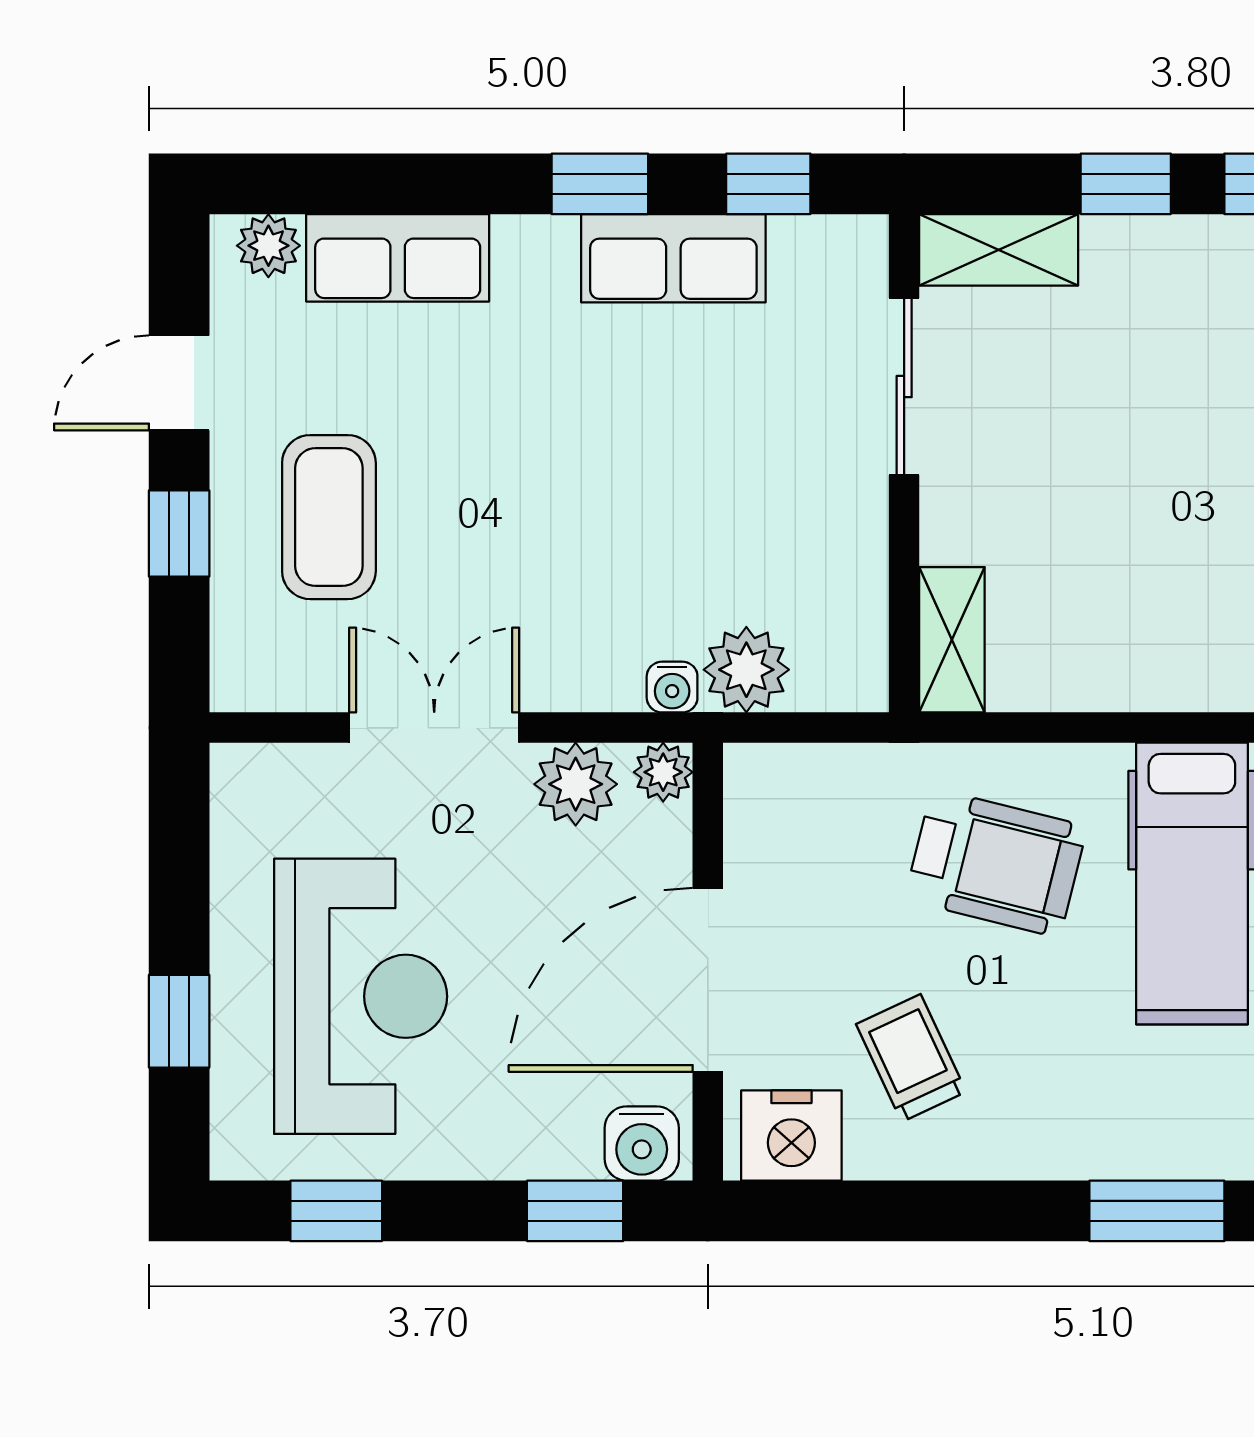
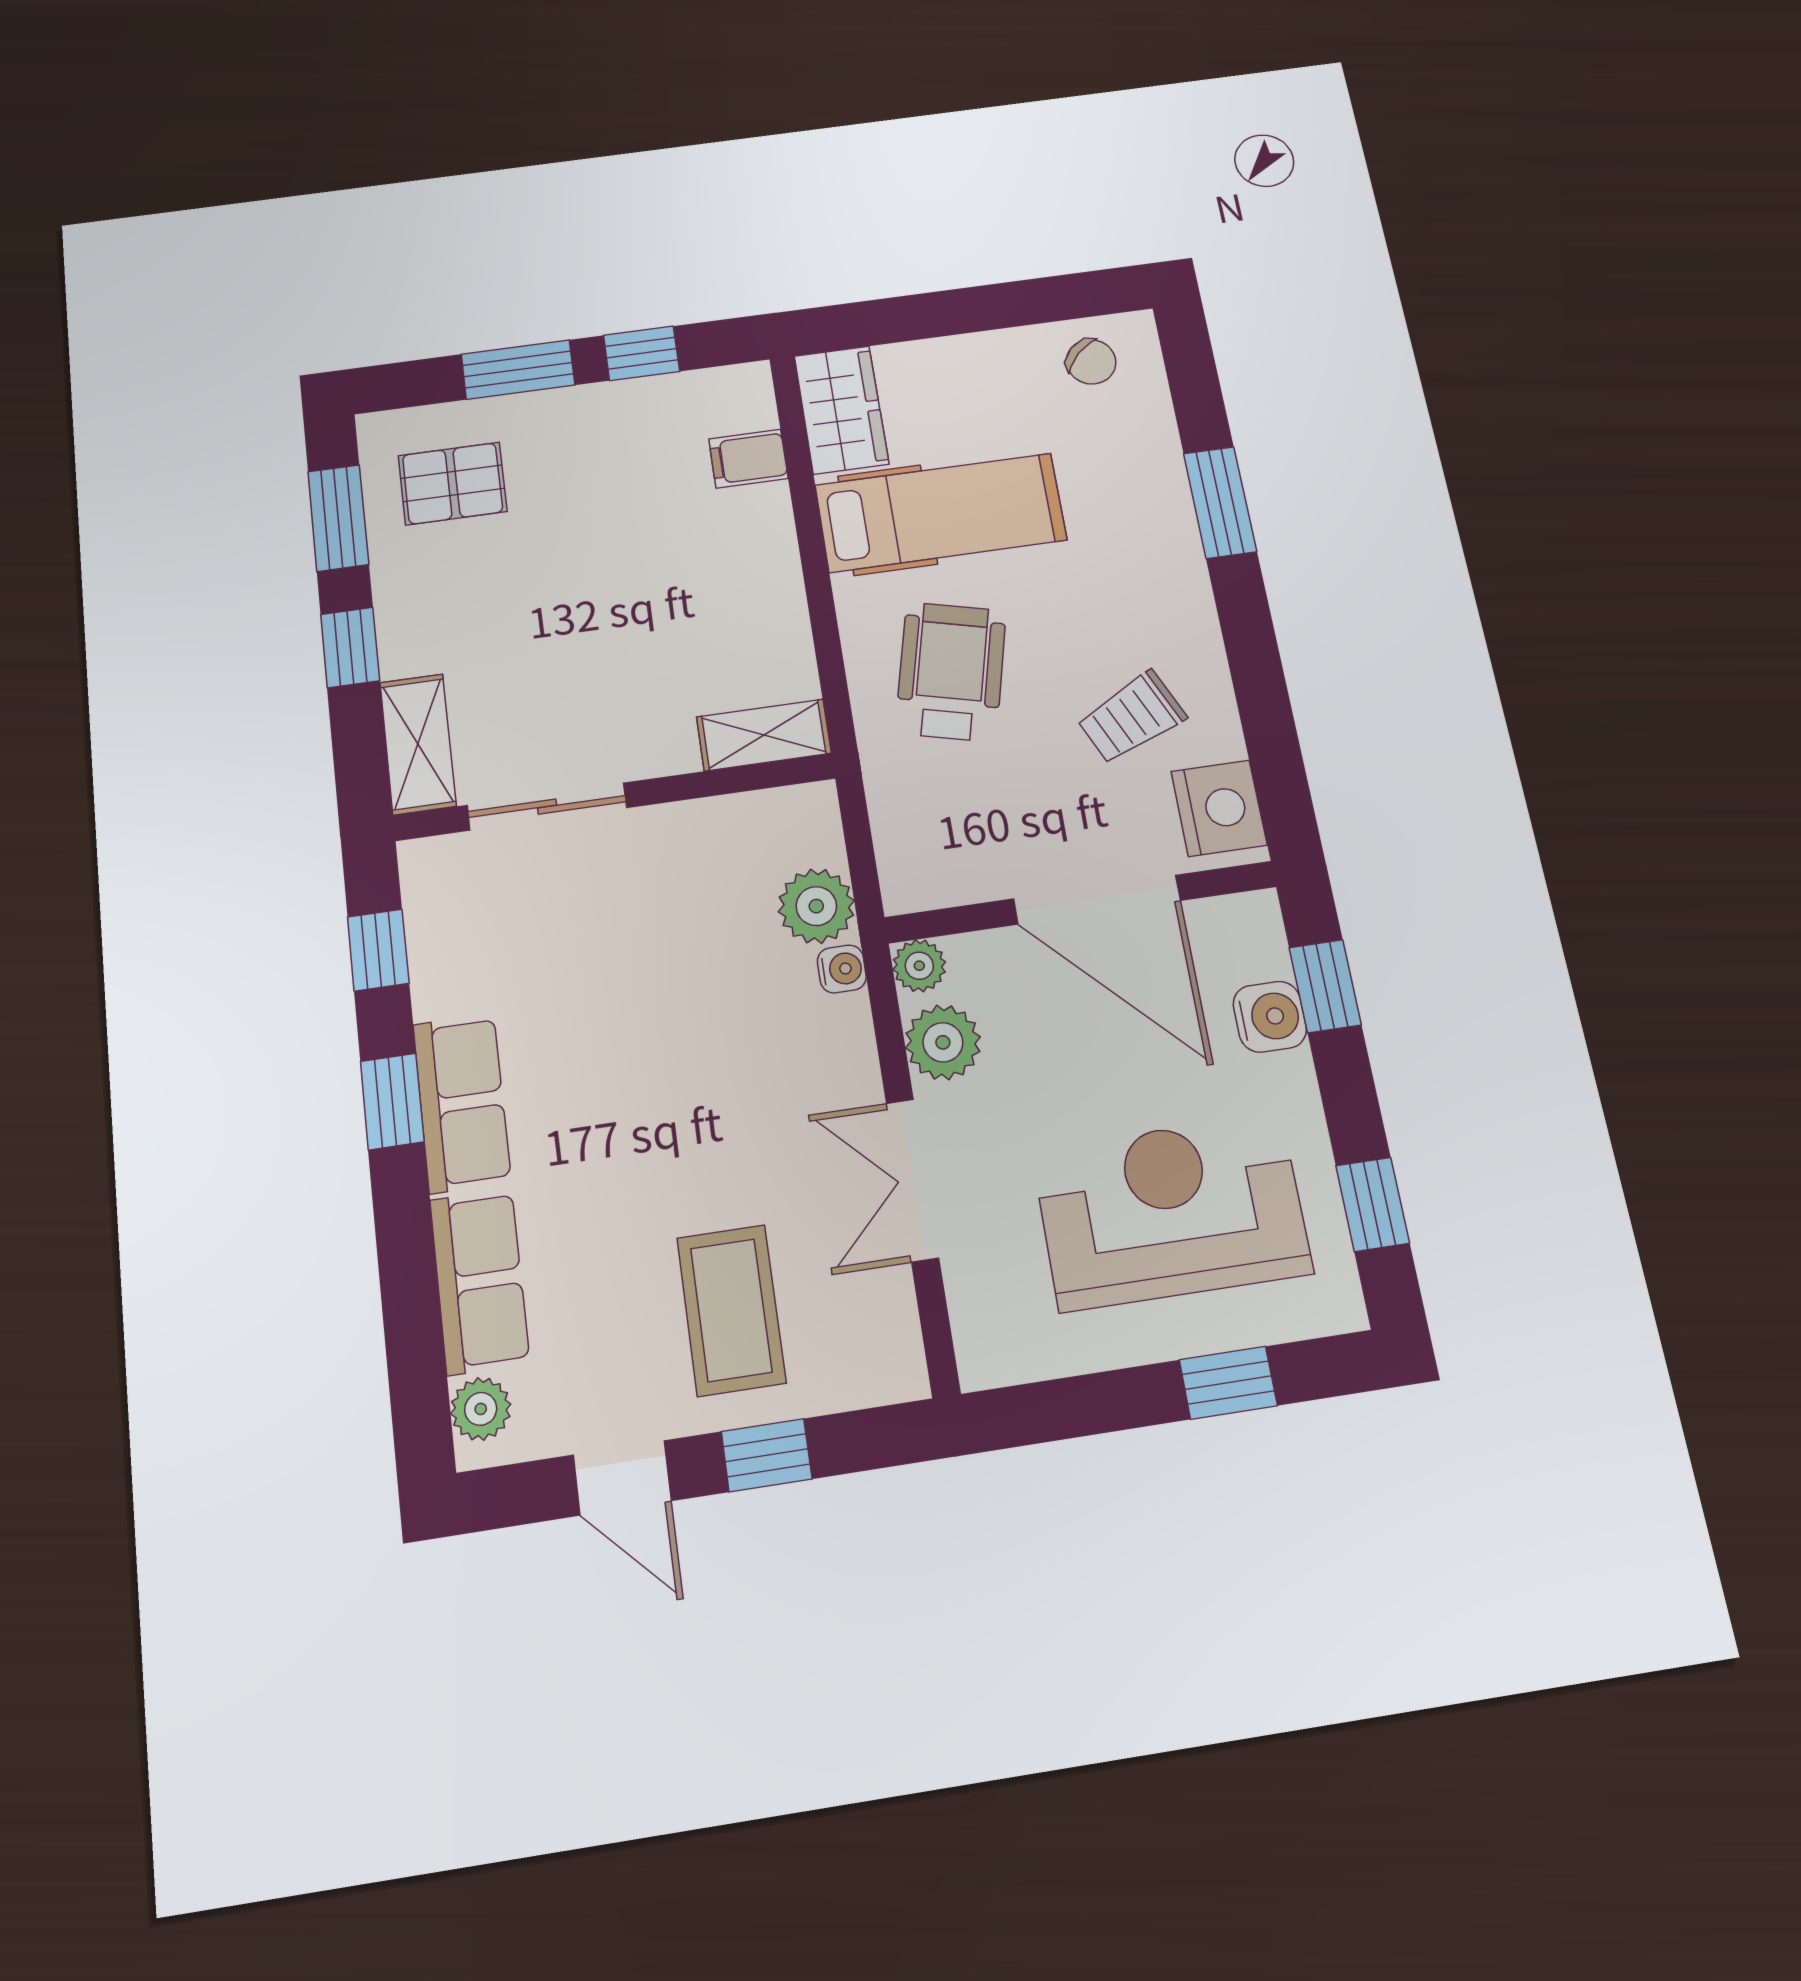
row of seats: (673, 258) -> (462, 1103), moved
coffee table: (329, 517) -> (731, 1310), turned 90
water cooler: (642, 1143) -> (1270, 1017), moved

